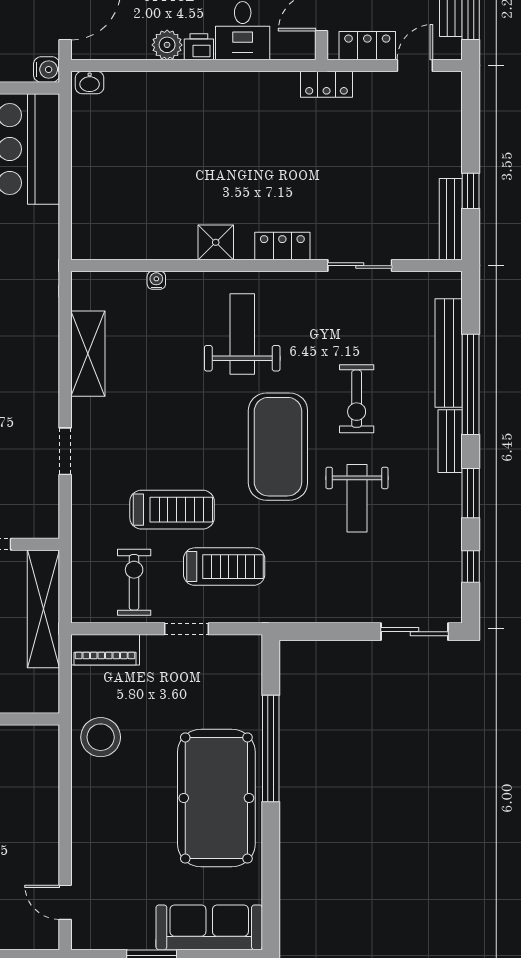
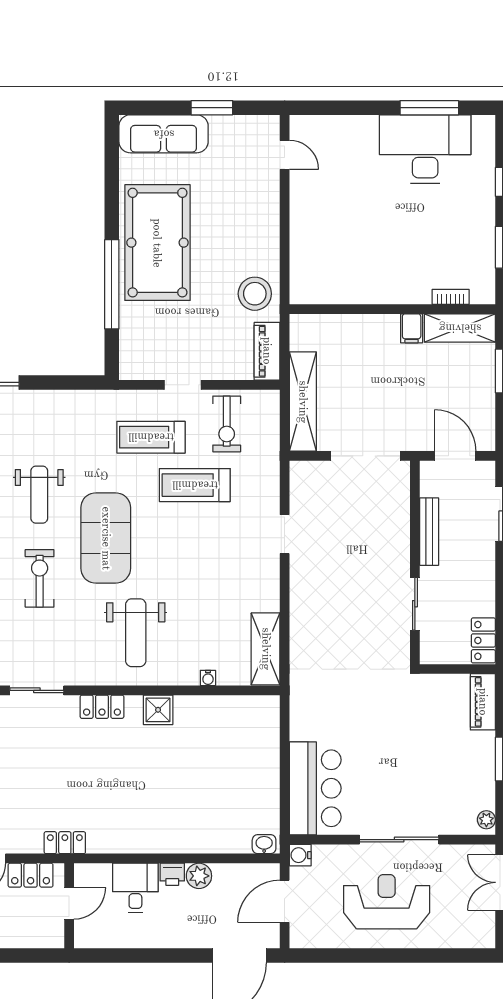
shelving: (88, 354) -> (266, 649), moved
weight bench: (357, 498) -> (39, 495), turned 180
piano: (105, 650) -> (267, 351), moved, turned -90

